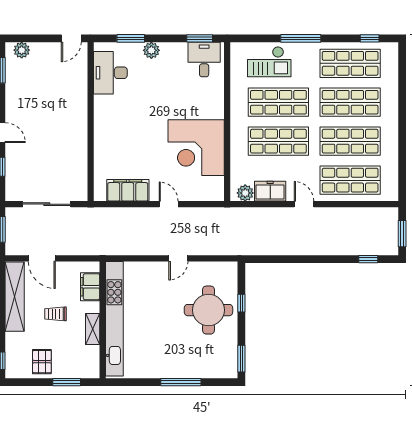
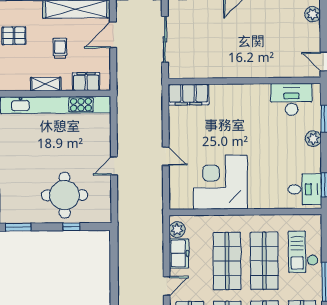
filing cabinet: (128, 190) -> (188, 95), moved, turned 90
door: (169, 204) -> (166, 156), hinge flipped
door: (178, 258) -> (114, 166), hinge flipped

